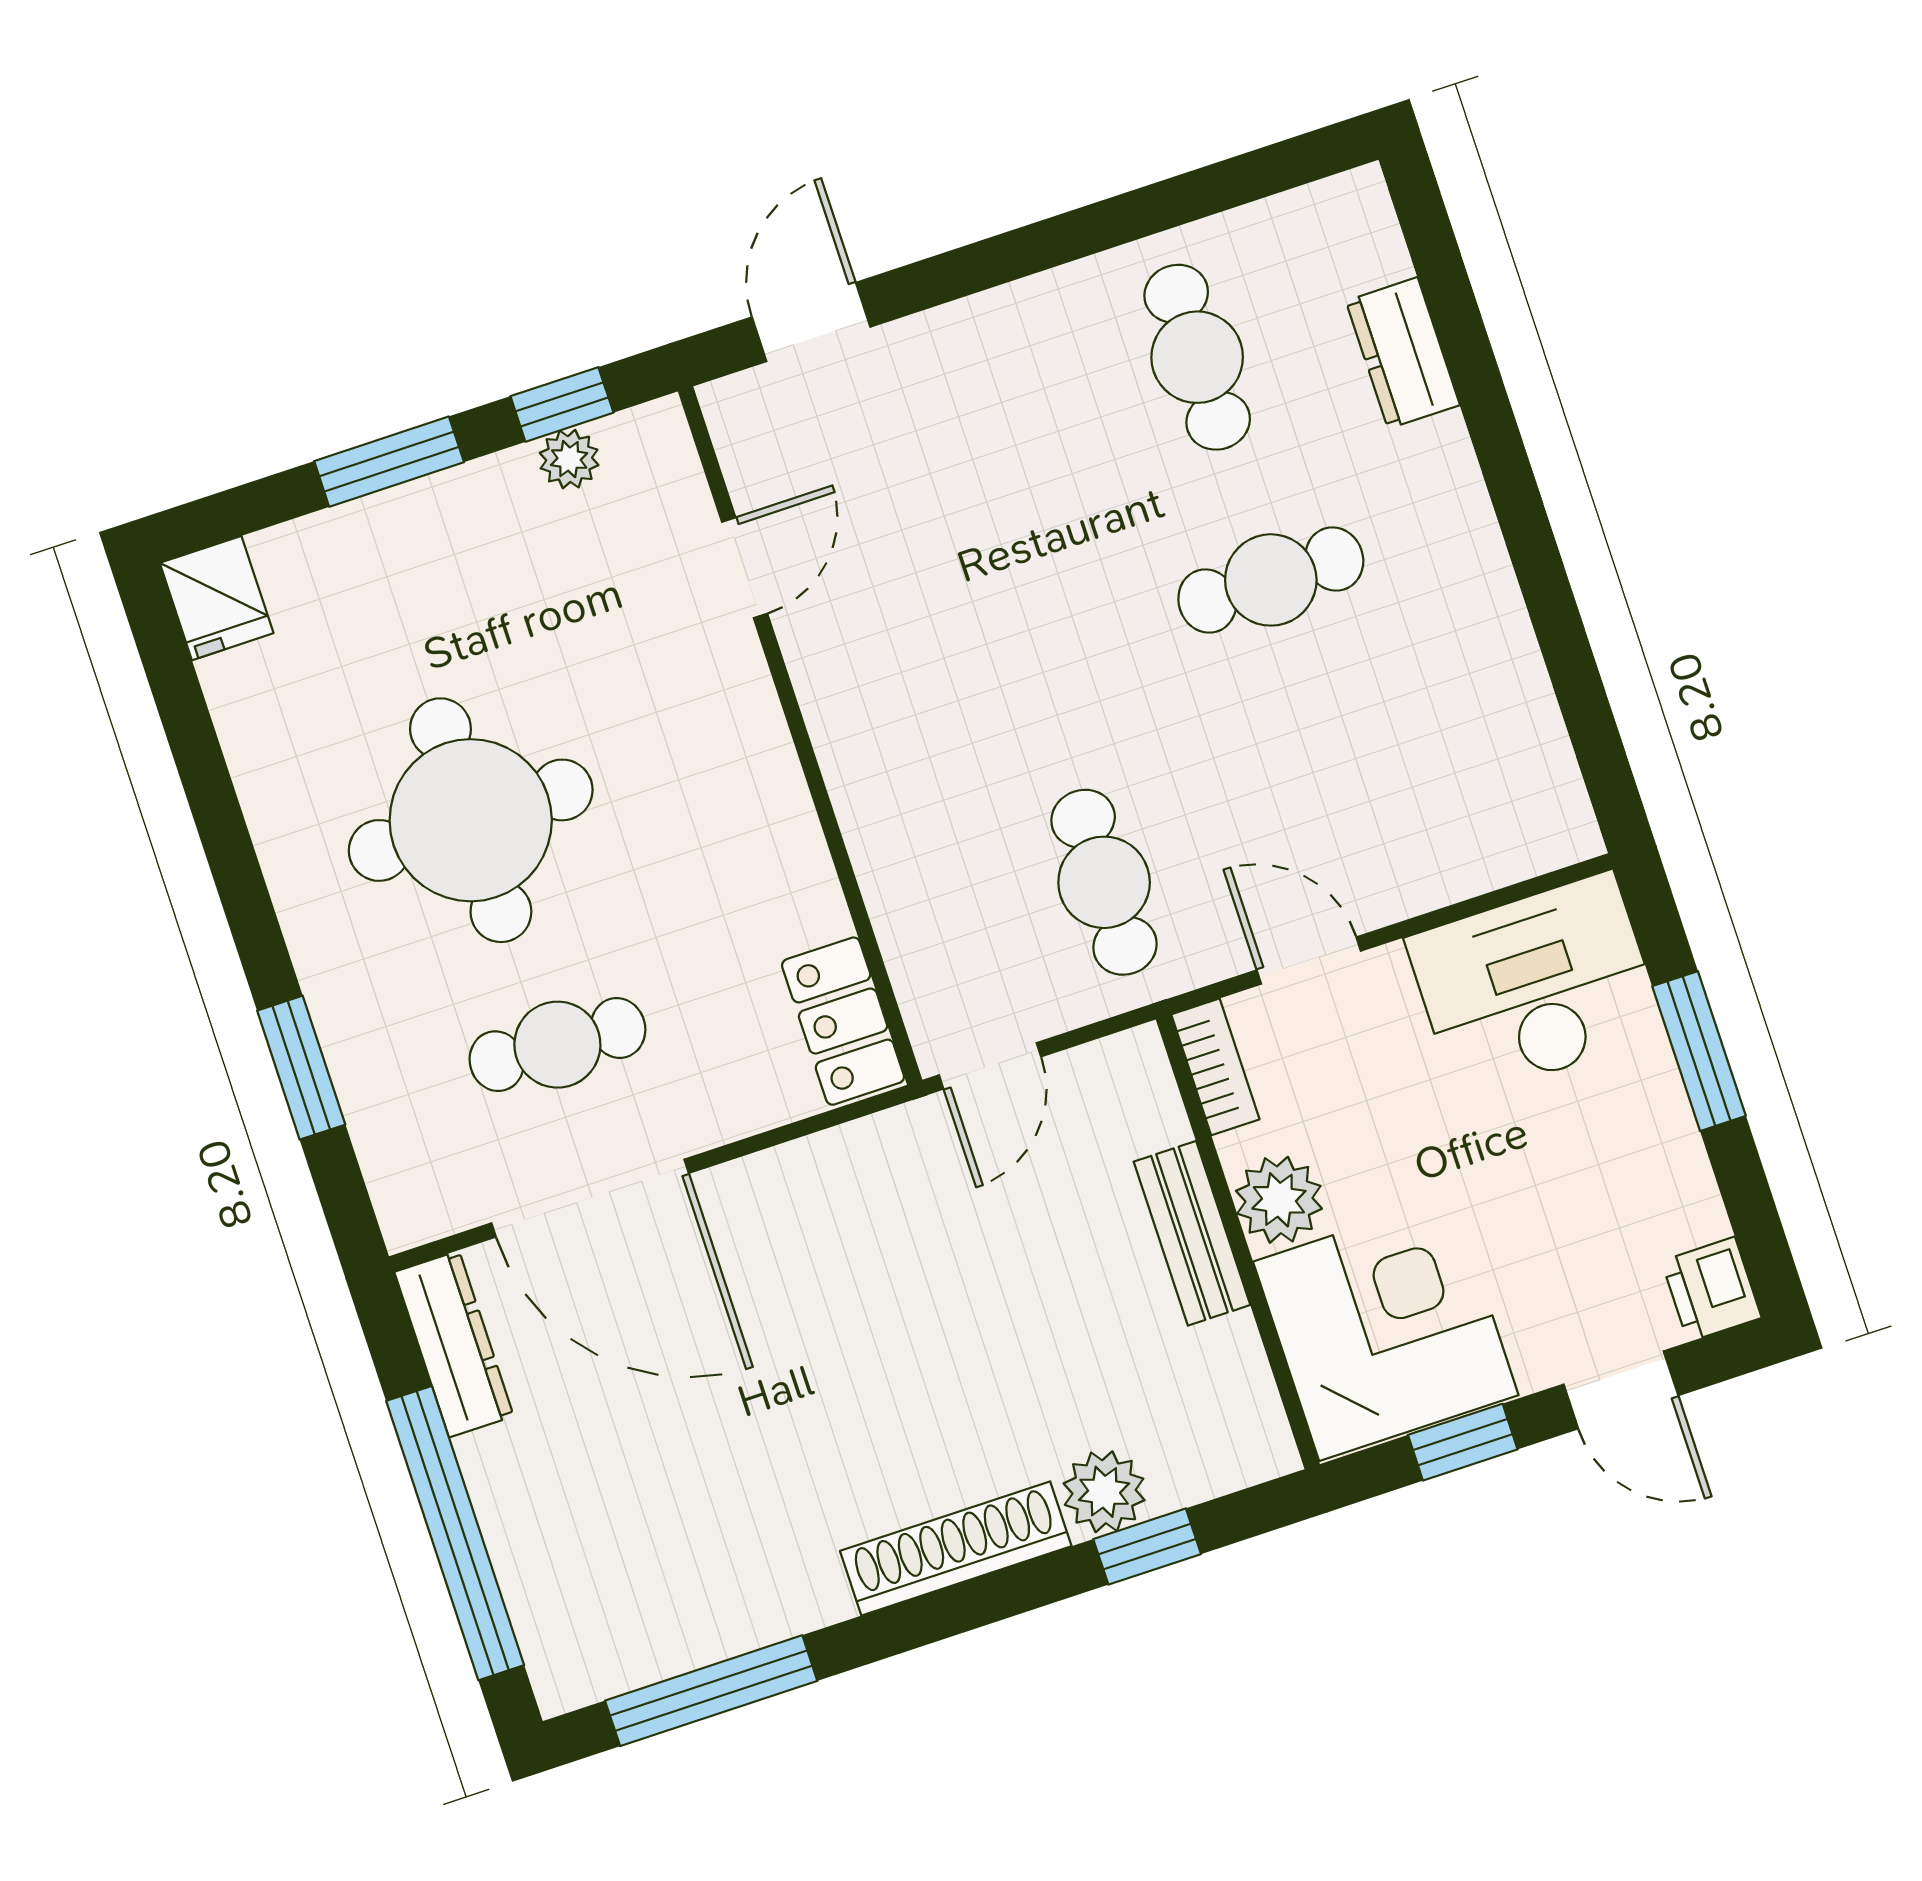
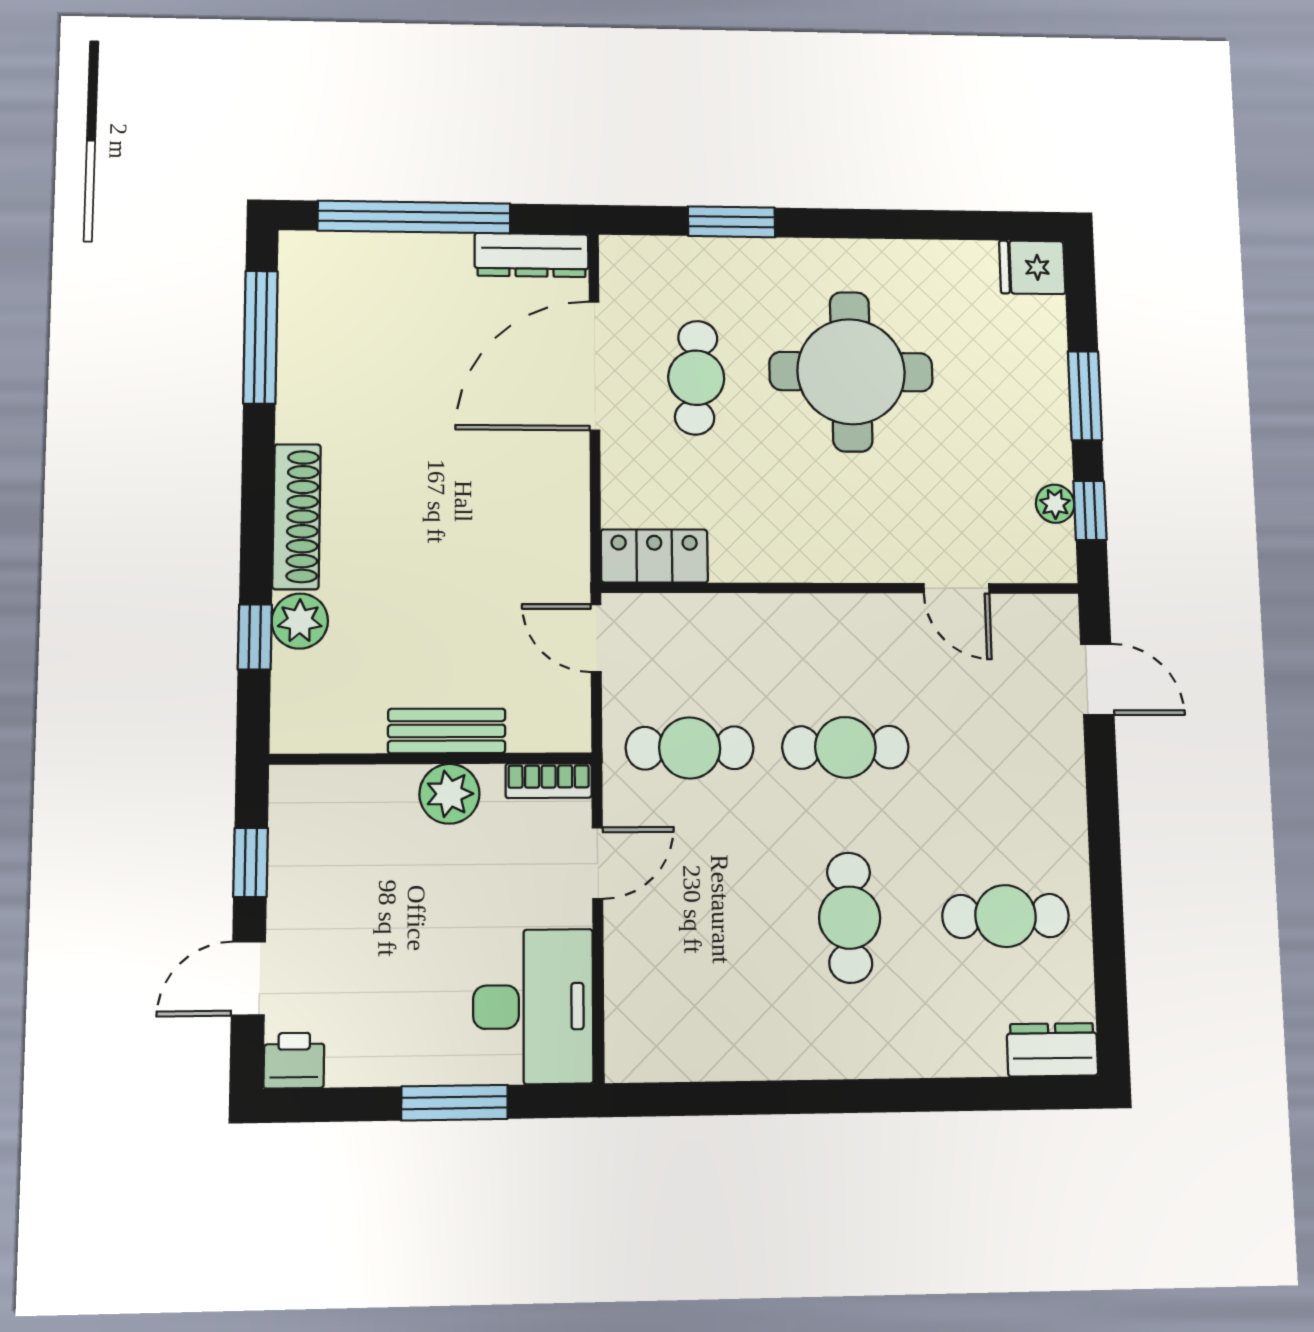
dresser: (1403, 353) -> (1052, 1050), moved
cafe table: (1030, 659) -> (845, 747), added
corner desk: (1386, 1328) -> (342, 836), removed

